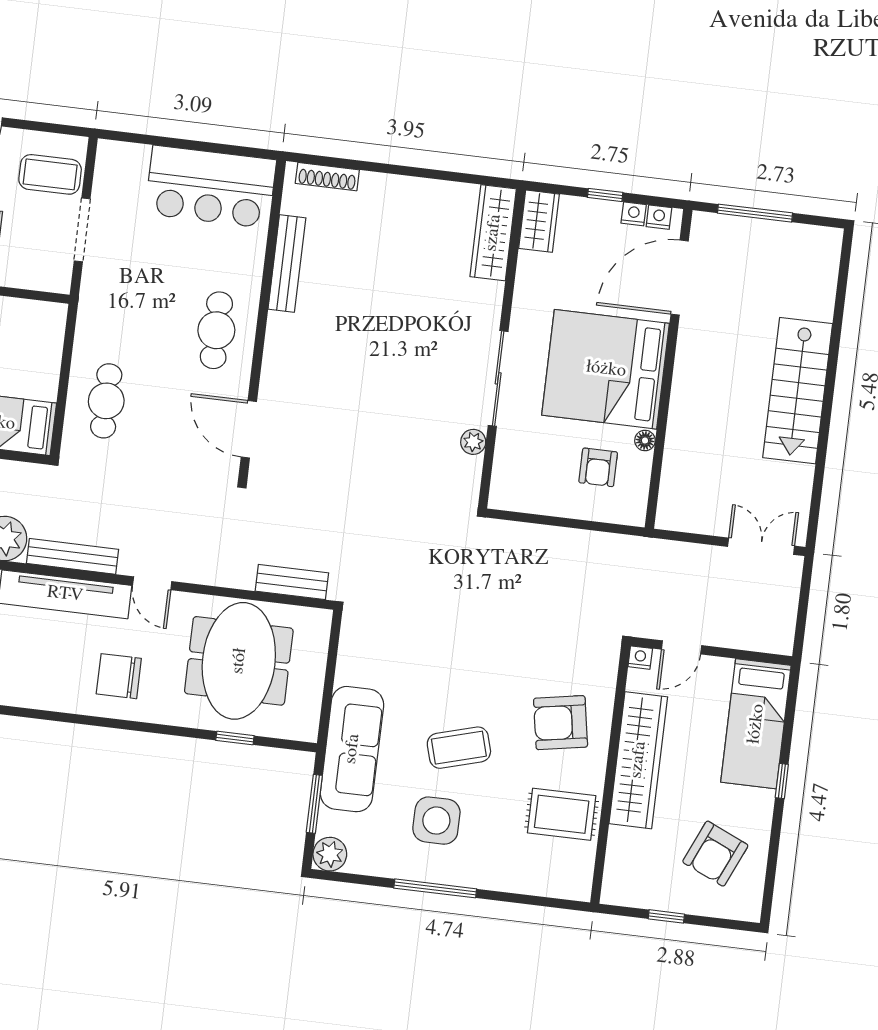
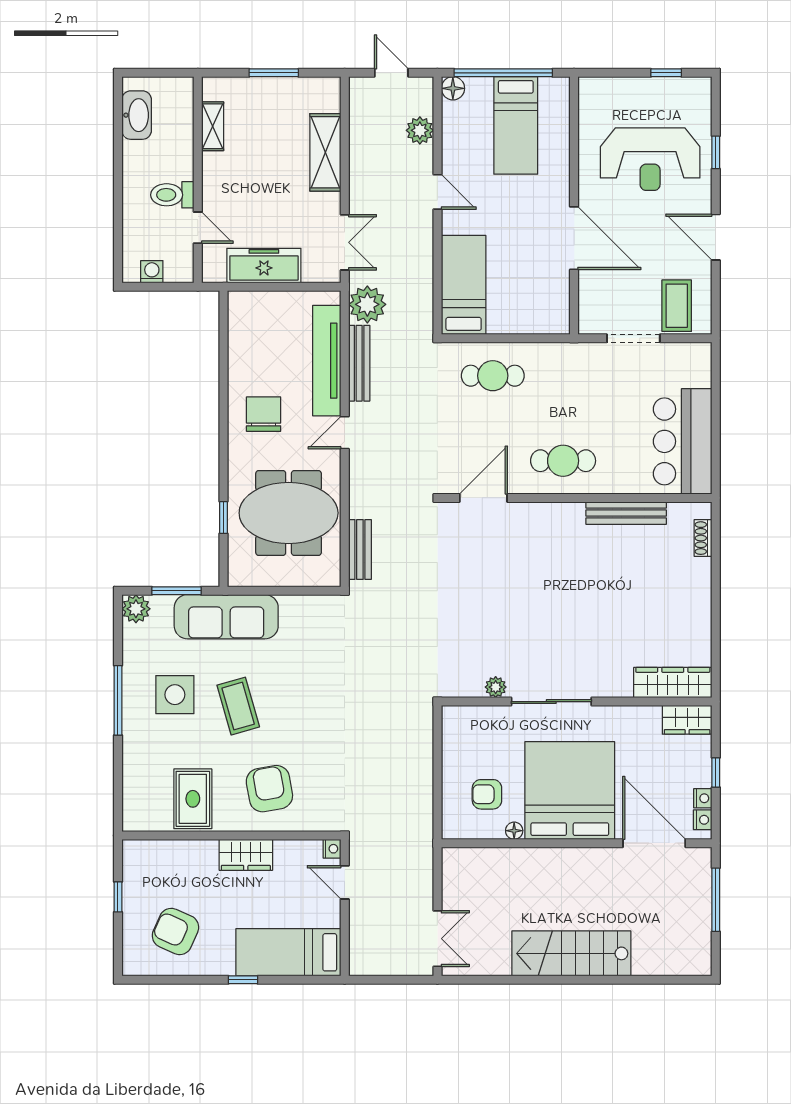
shoe rack: (327, 177) -> (703, 538), width x0.70
wardrobe: (638, 760) -> (246, 855), width x0.48, depth x0.85

